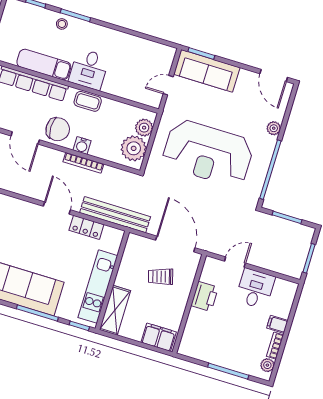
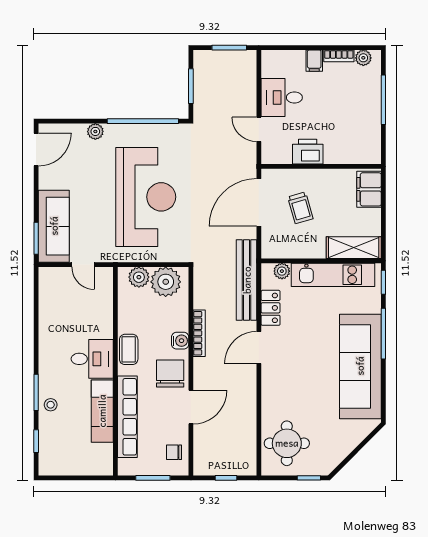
plant: (114, 246) -> (282, 271), added

